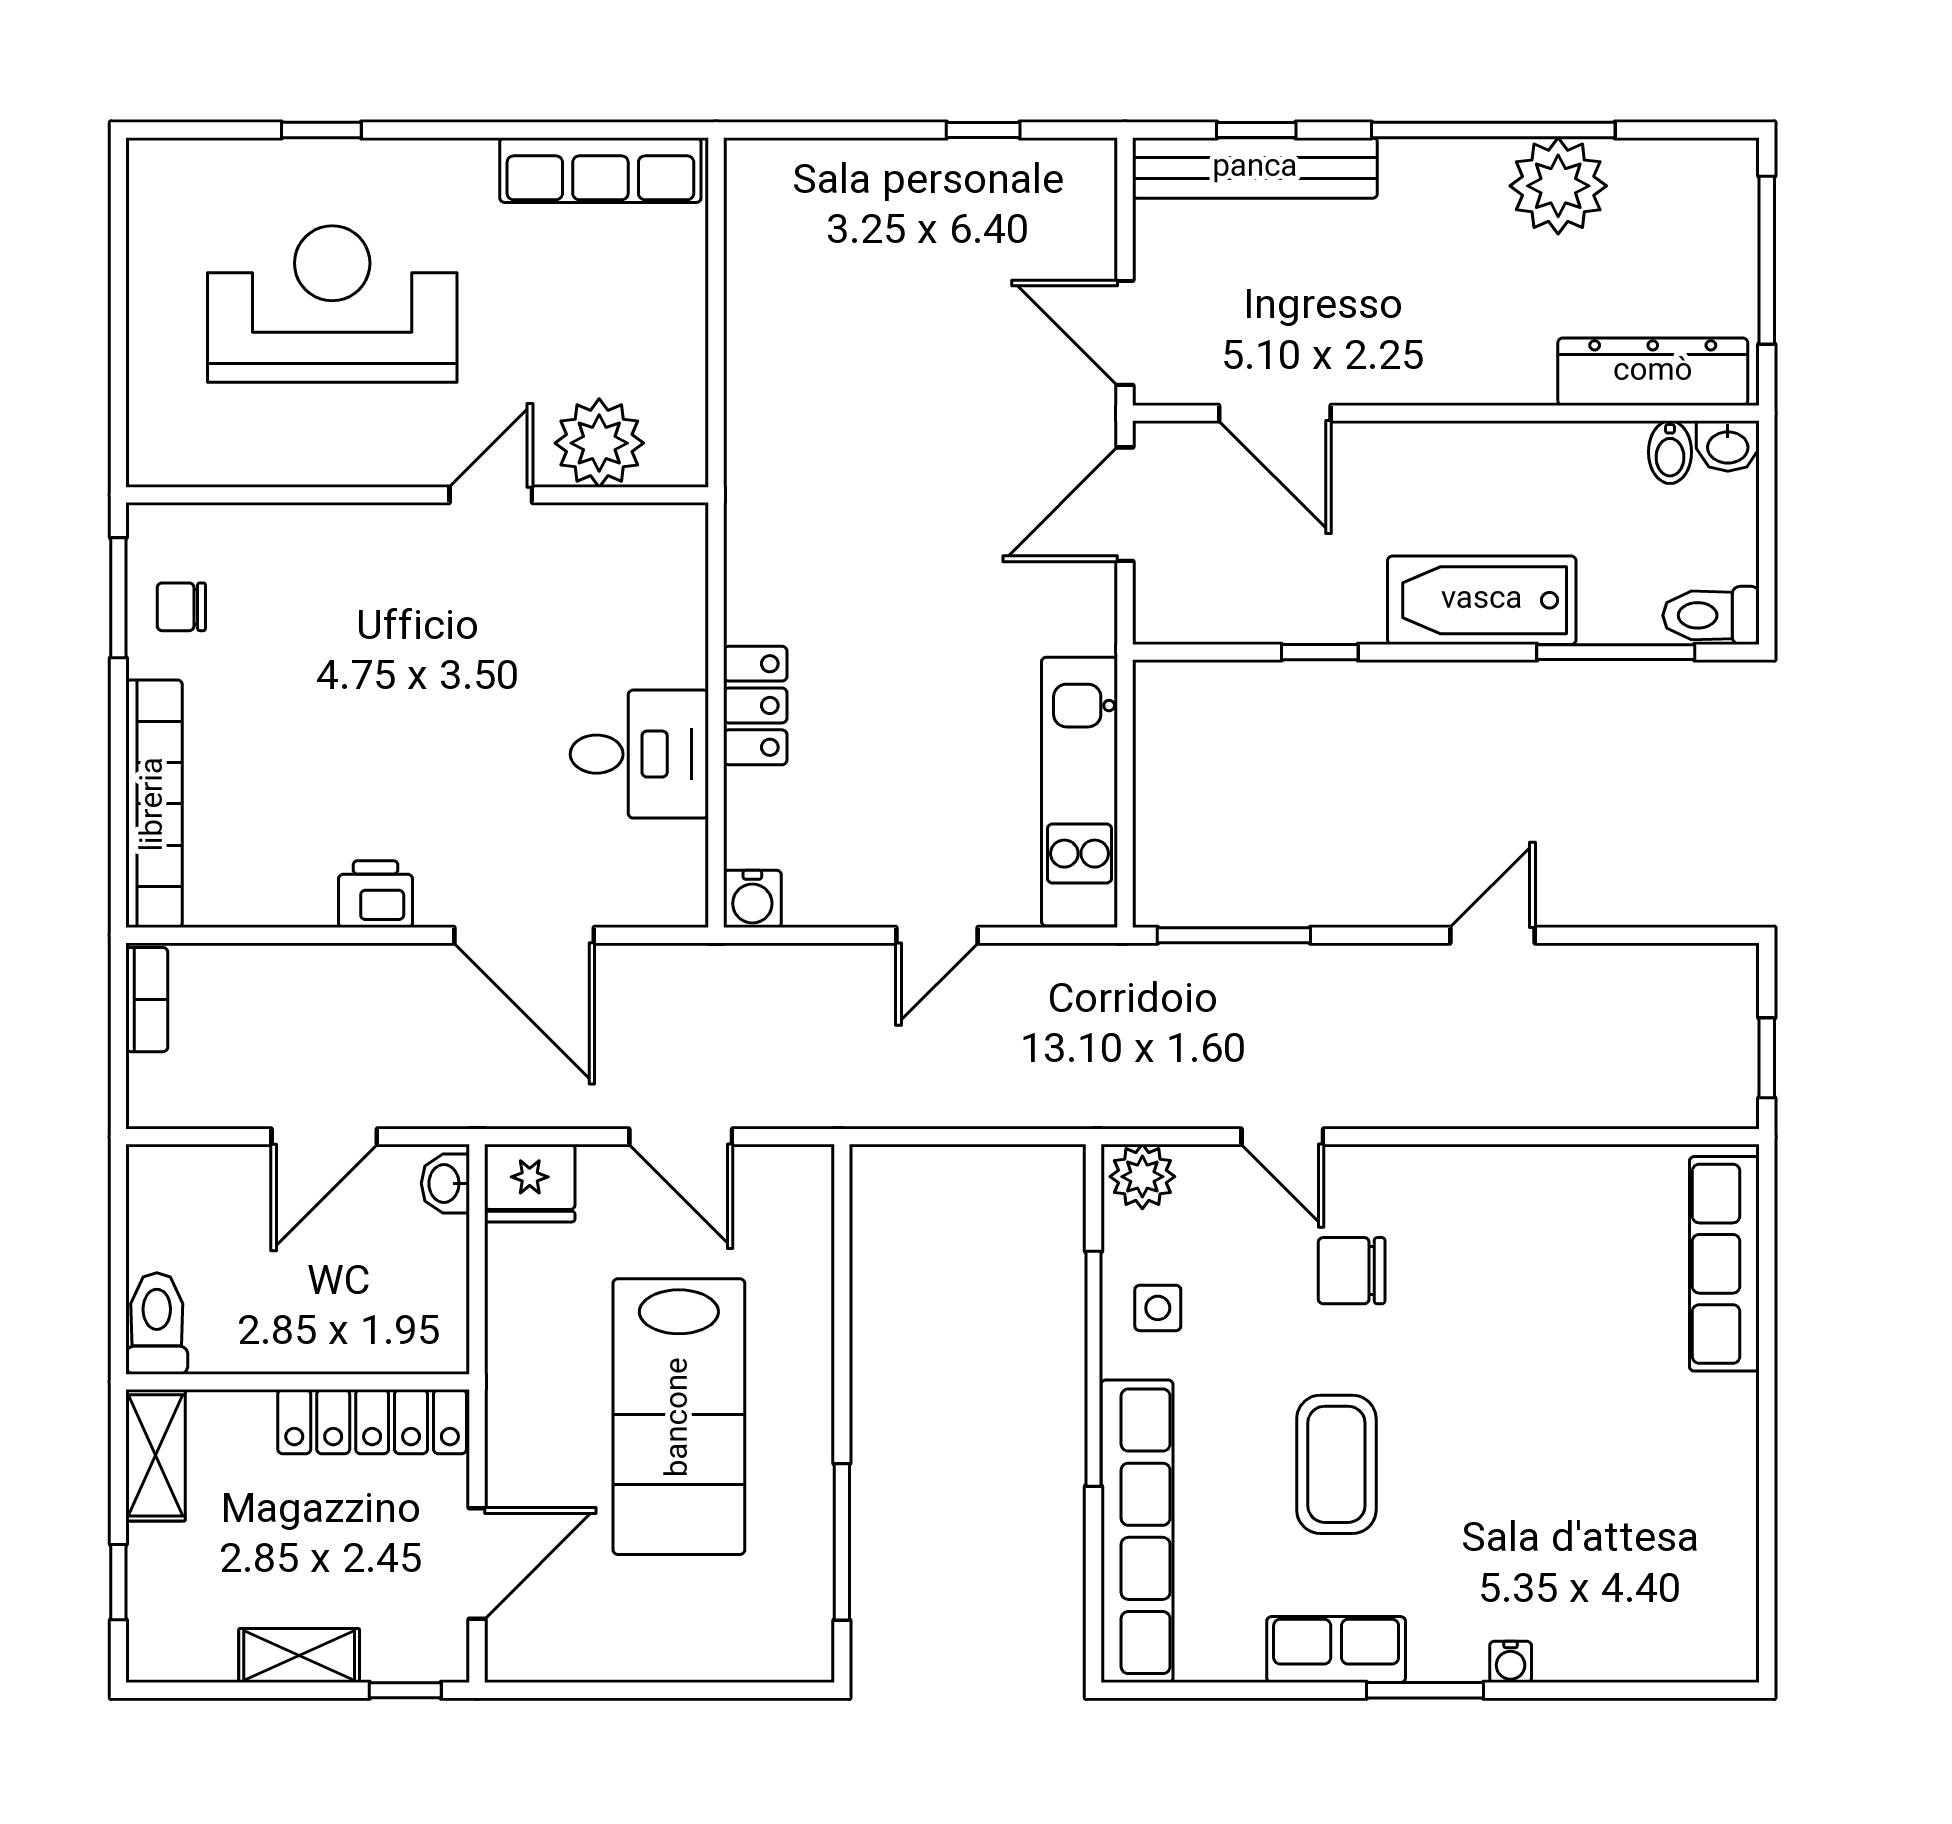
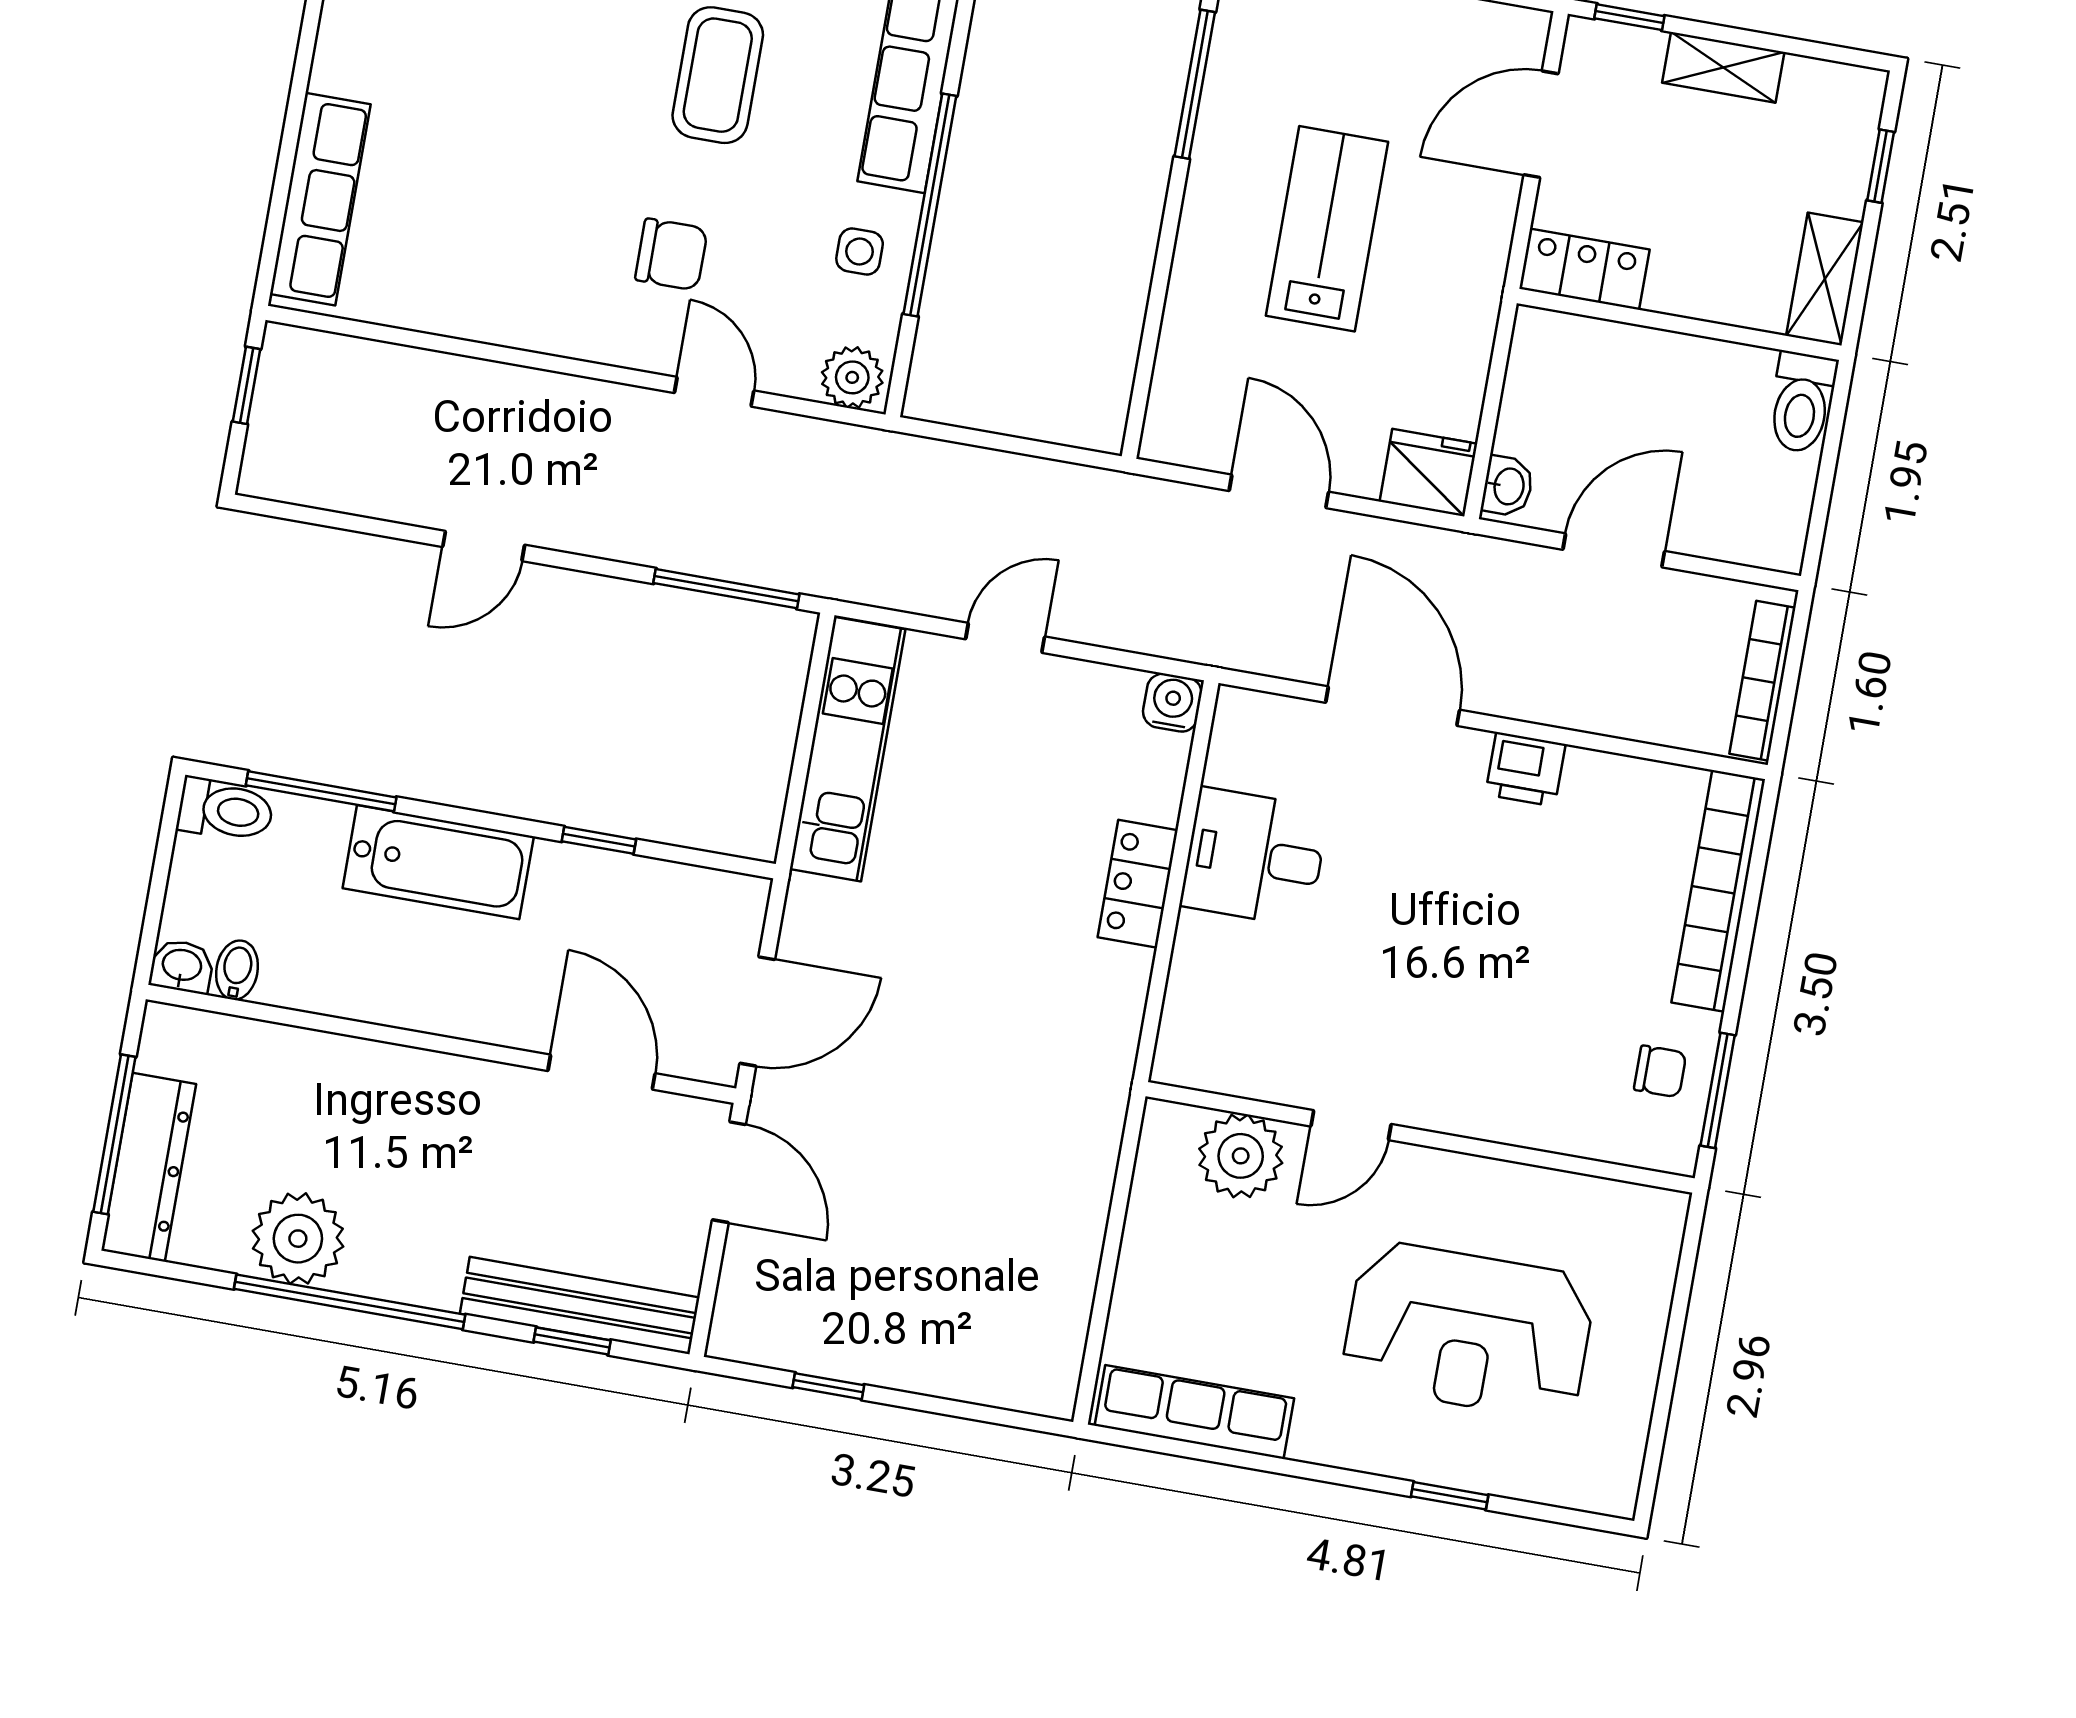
dresser: (1653, 372) -> (149, 1167), moved, turned -90
bookcase: (147, 1000) -> (1762, 681), width x1.56
lab bench: (679, 1417) -> (1327, 229), width x0.73, depth x0.72
locker: (372, 1422) -> (1584, 269), width x0.66

